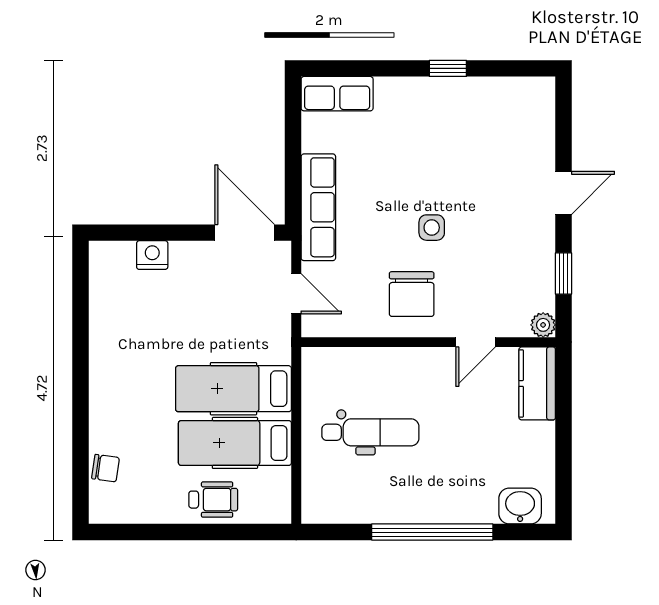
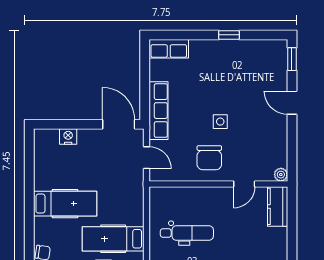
door: (564, 193) -> (292, 103), swing flipped
window: (564, 274) -> (292, 59), moved
hospital bed: (233, 389) -> (65, 204), moved, turned 180

